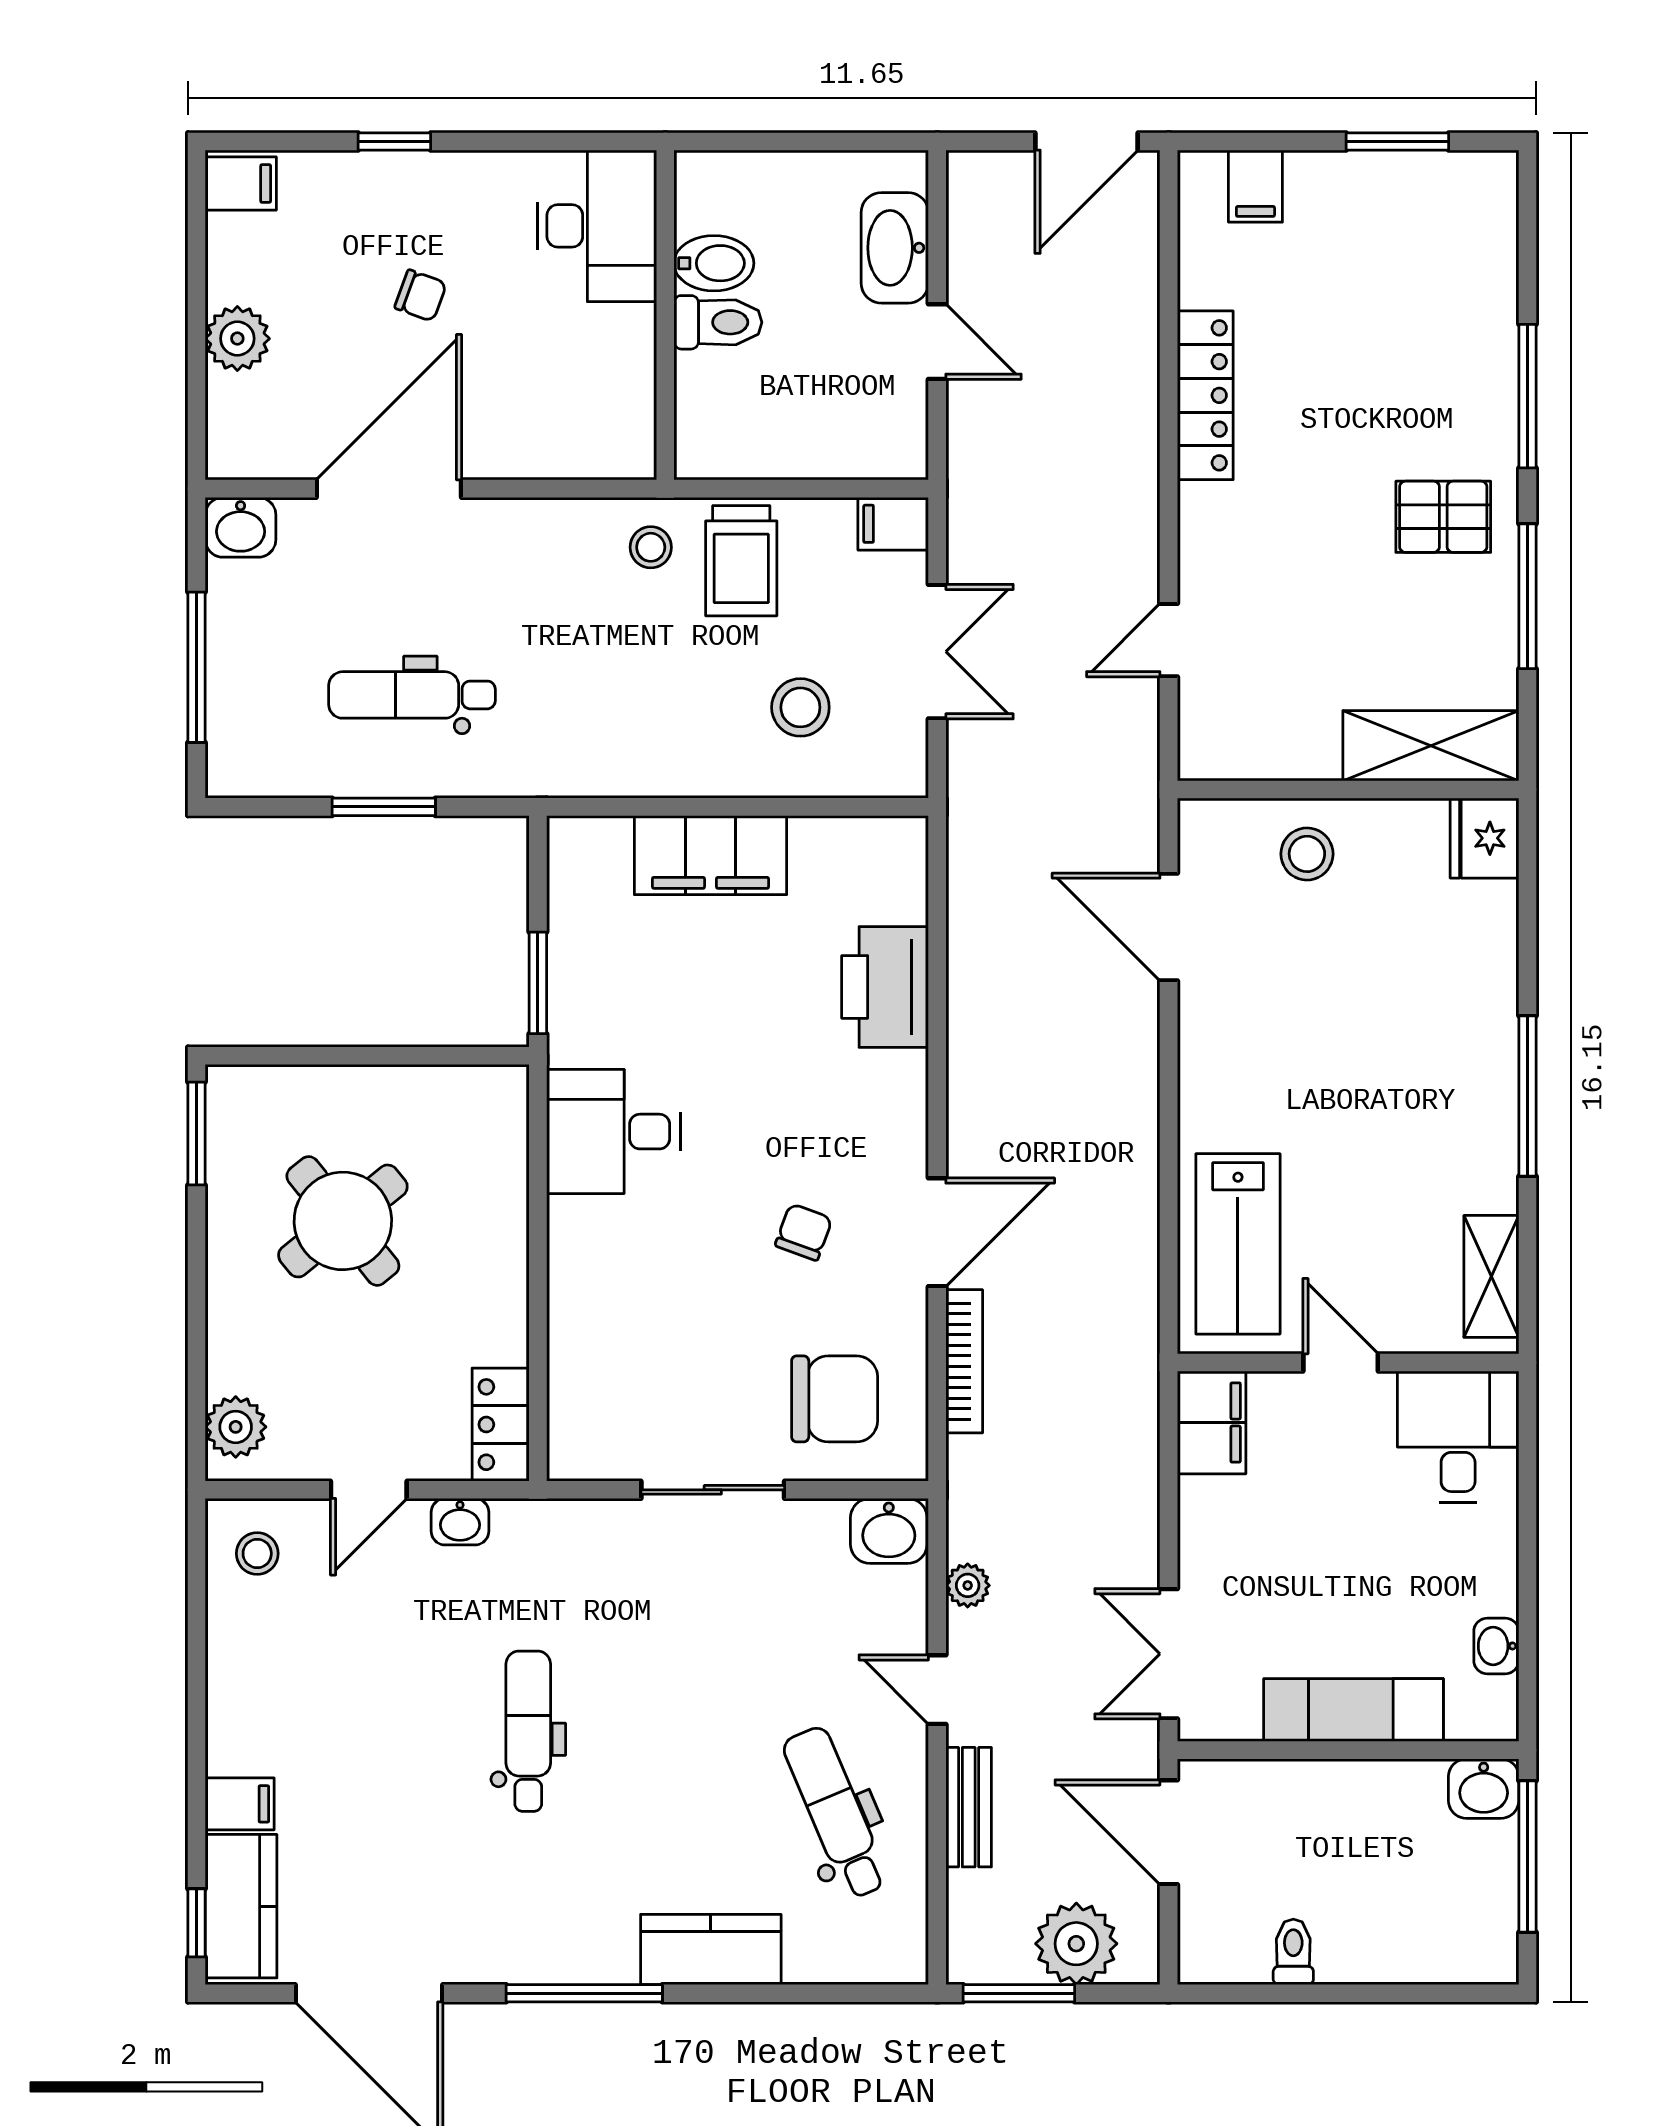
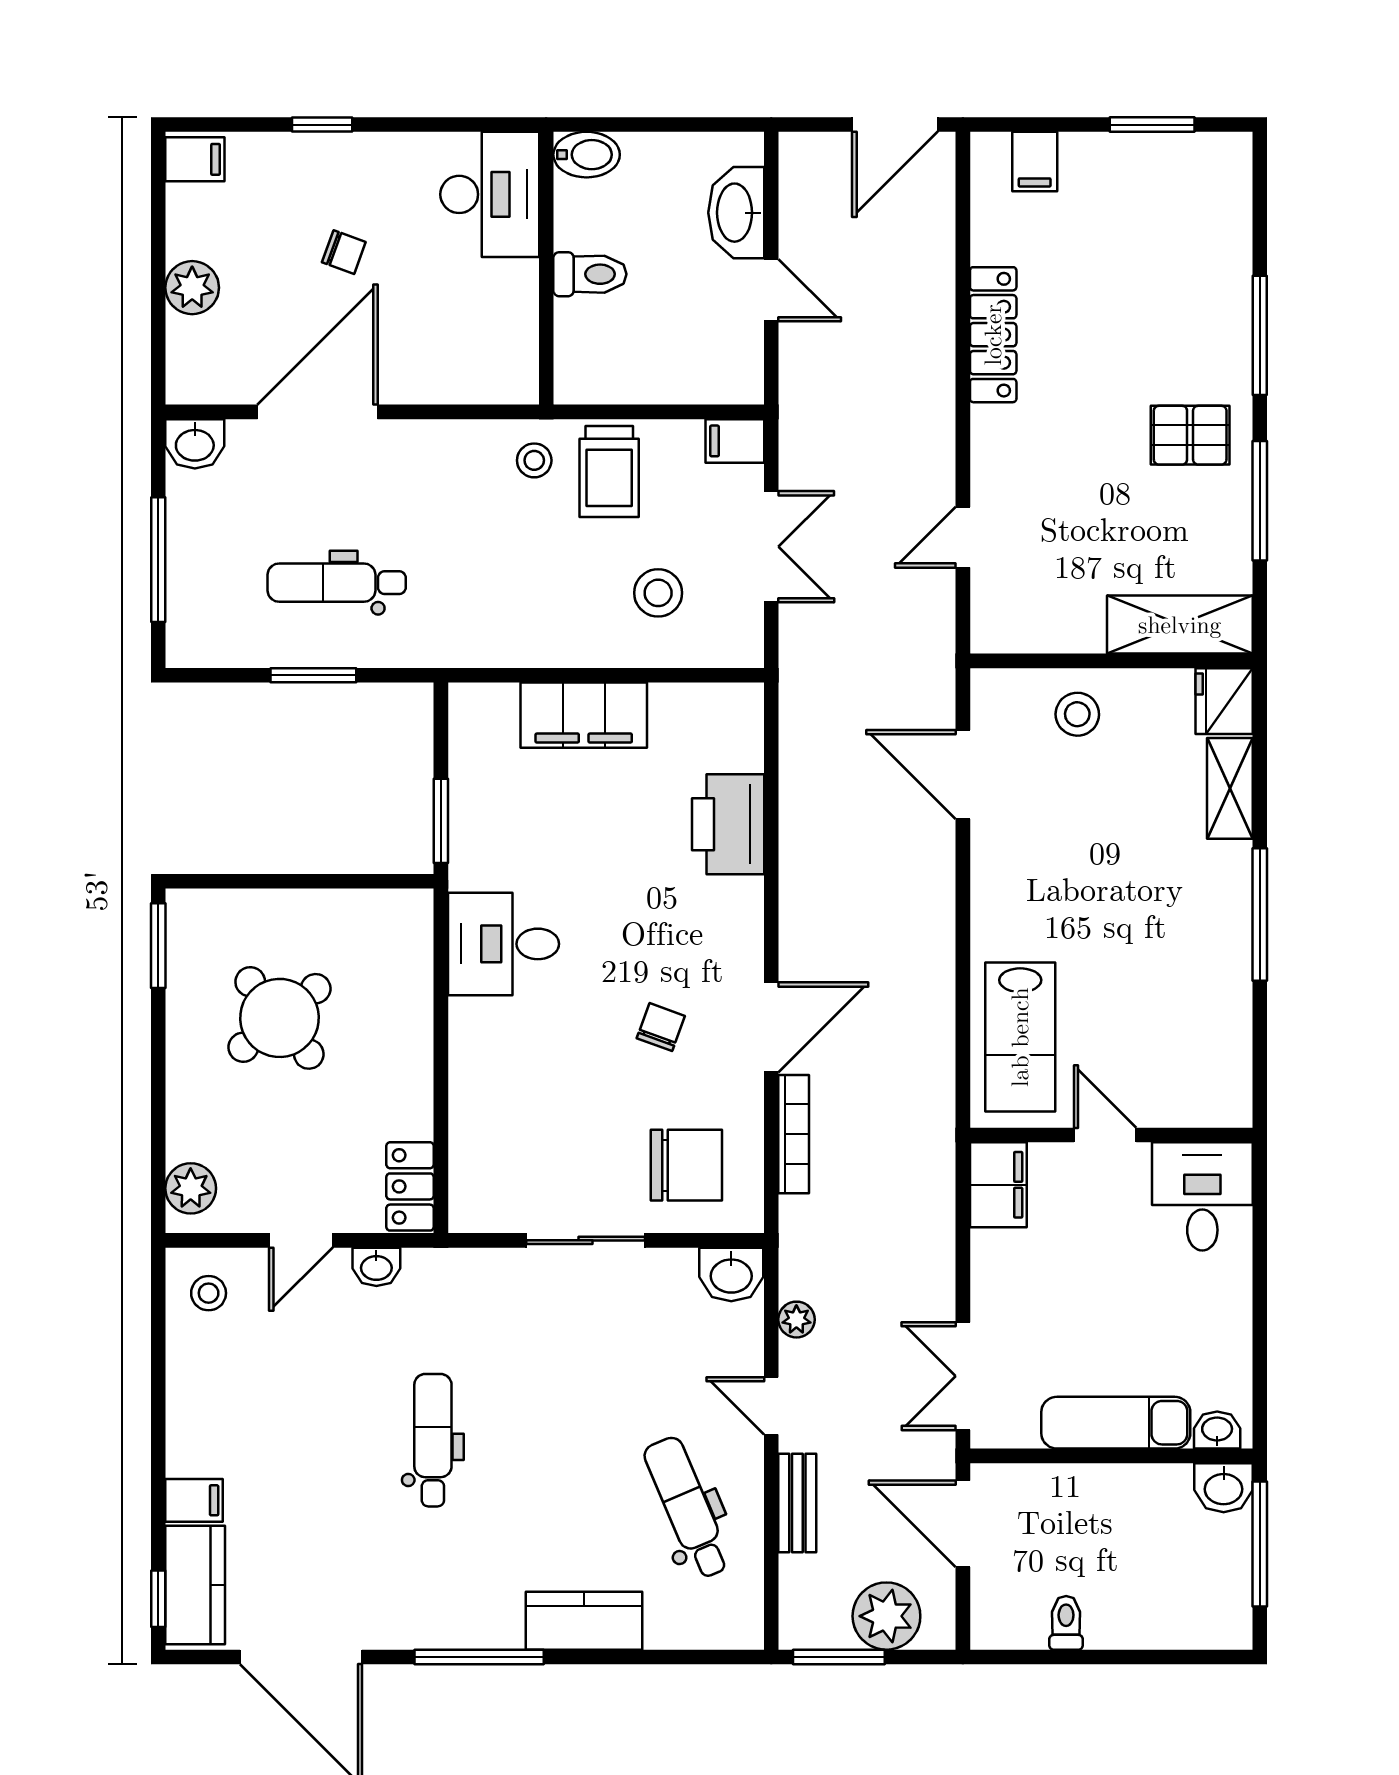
bidet: (714, 263) -> (587, 155), moved
shelving: (1491, 1276) -> (1230, 788), moved
washbasin: (1496, 1646) -> (1217, 1430), moved, turned 90

